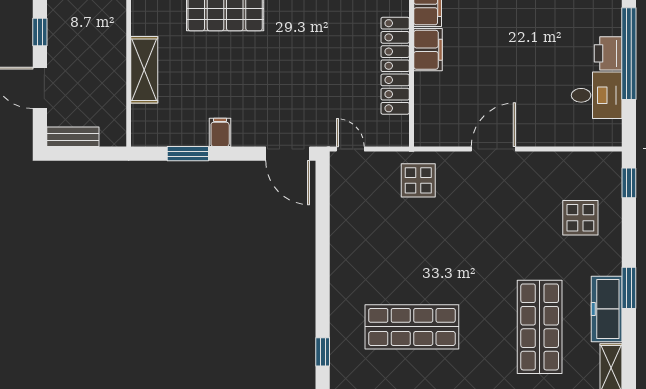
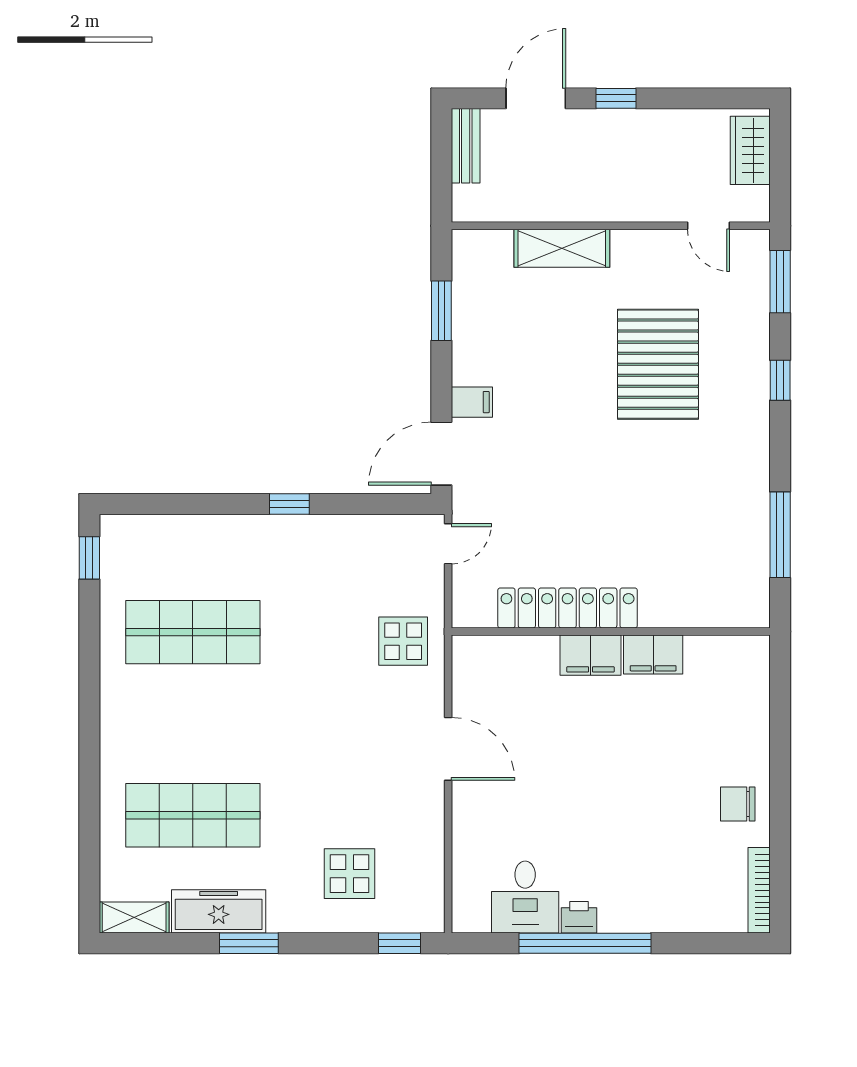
printer: (608, 53) -> (579, 917), width x0.73, depth x0.81
filing cabinet: (220, 132) -> (472, 402), moved
shop shelf: (412, 327) -> (193, 632), turned 90
window: (323, 352) -> (289, 504), moved

